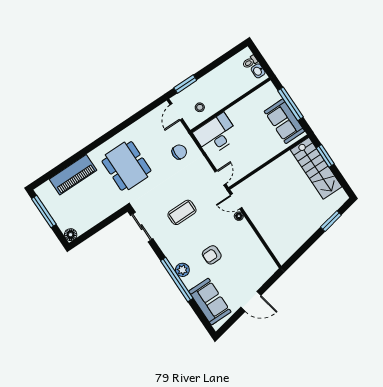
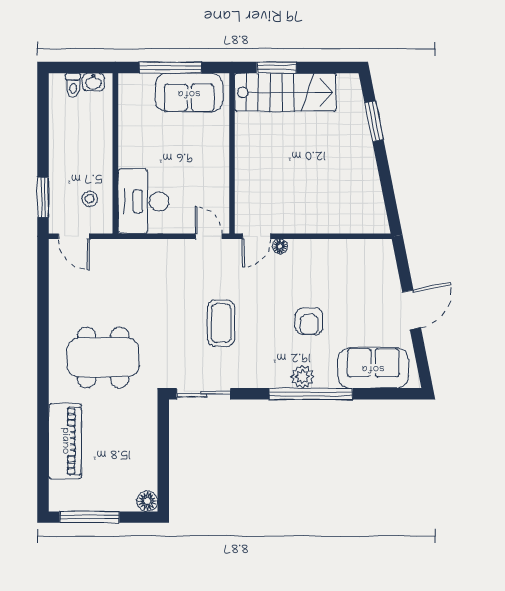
chair: (179, 152) -> (133, 270), removed

